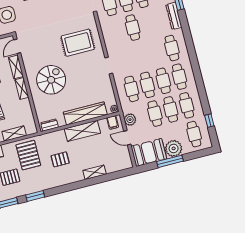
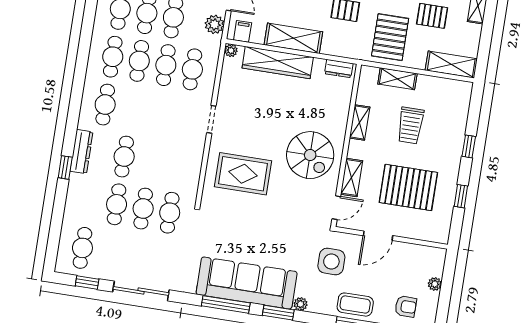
cafe table: (133, 28) -> (124, 157), moved
spiral stairs: (51, 80) -> (310, 155), moved, turned -90
shelving: (22, 89) -> (360, 123), moved

